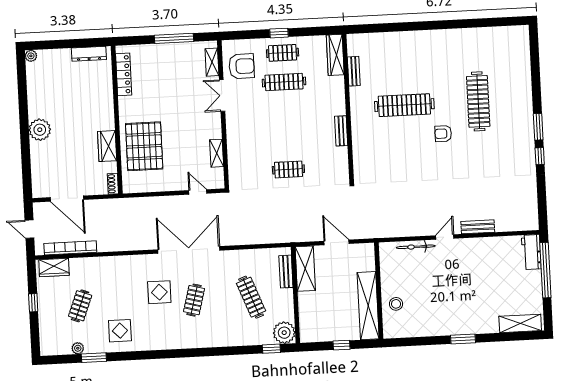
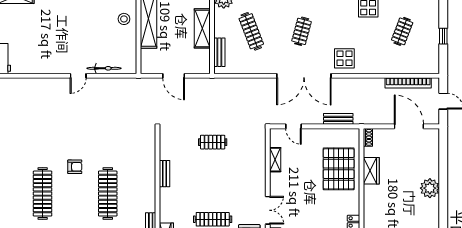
clothes rail: (404, 105) -> (108, 194), turned 90
bench: (478, 227) -> (338, 119), moved
wardrobe: (54, 268) -> (423, 66), removed
shelving: (305, 269) -> (202, 28), moved
display table: (159, 292) -> (344, 58), moved

